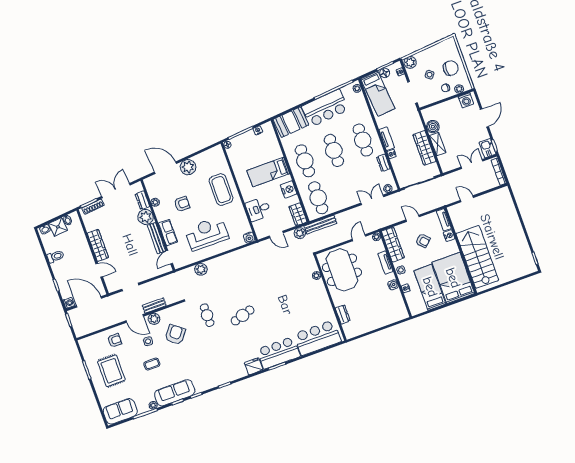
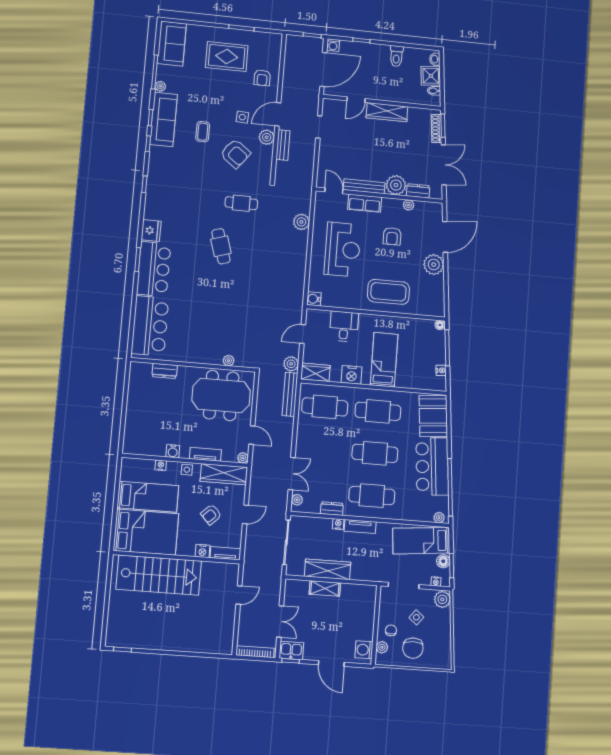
boiler: (433, 127) -> (349, 592), removed
coffee table: (152, 364) -> (203, 132), moved

